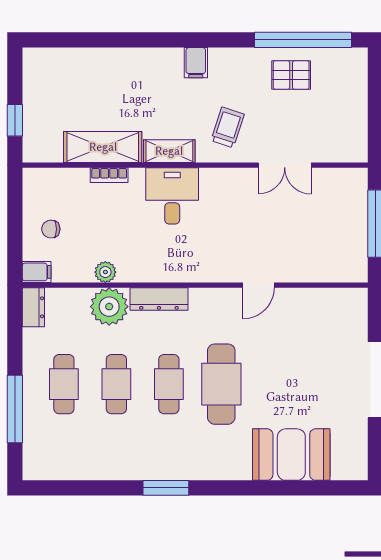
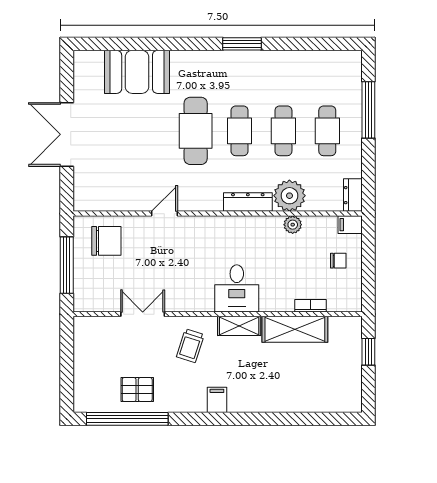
bookcase: (109, 175) -> (310, 306), moved
chair: (328, 253) -> (106, 241), added

